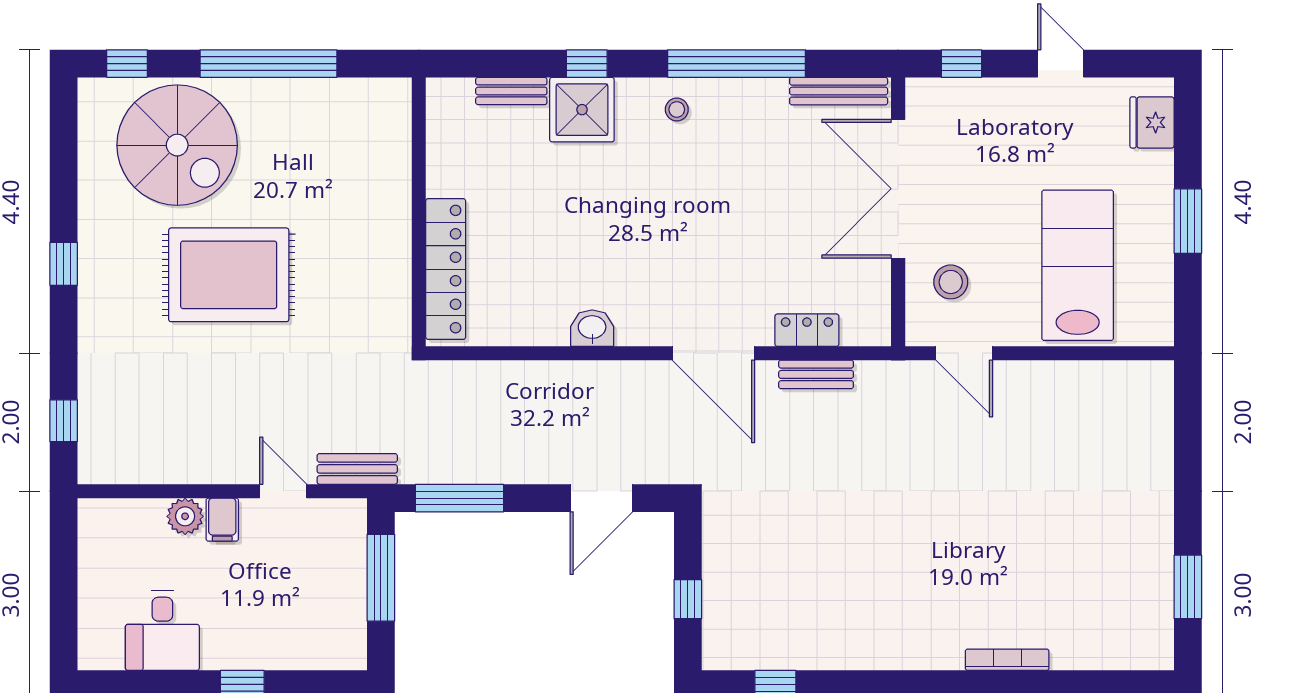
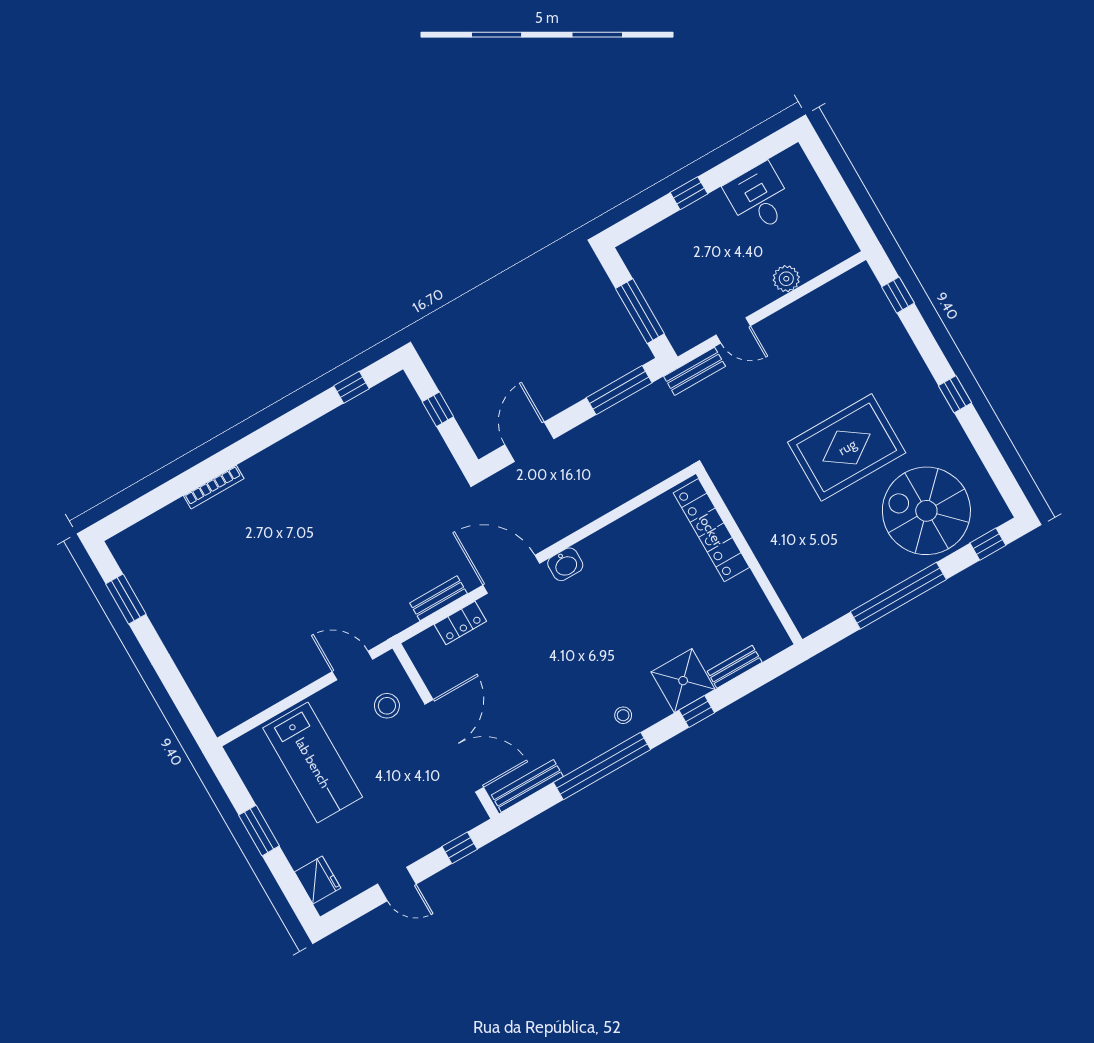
washbasin: (592, 328) -> (565, 564), moved
filing cabinet: (222, 520) -> (762, 290), removed

